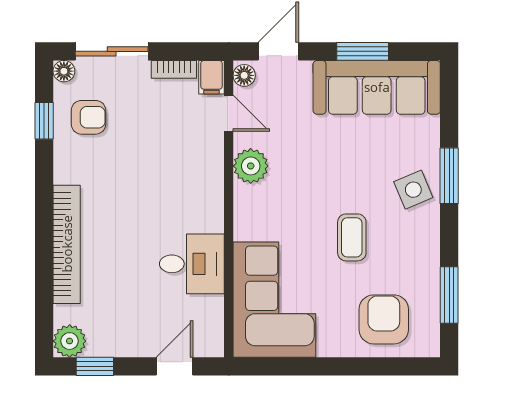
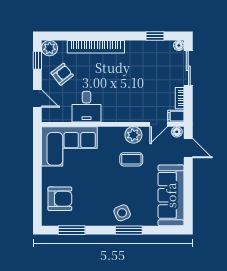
window: (363, 51) -> (188, 189), removed
armchair: (89, 117) -> (62, 74), moved, turned -128
coffee table: (352, 237) -> (131, 159), moved

